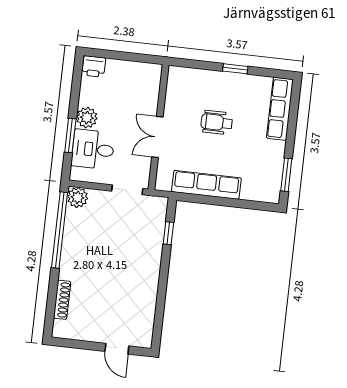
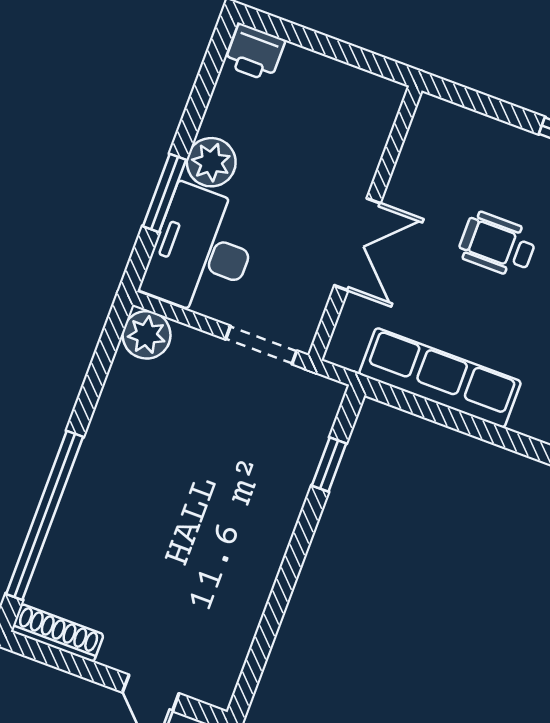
double door: (157, 137) -> (357, 244), swing flipped
desk: (93, 149) -> (202, 251), width x1.37
window: (60, 230) -> (45, 515), moved
shoe rack: (62, 300) -> (57, 633), moved, turned -90

